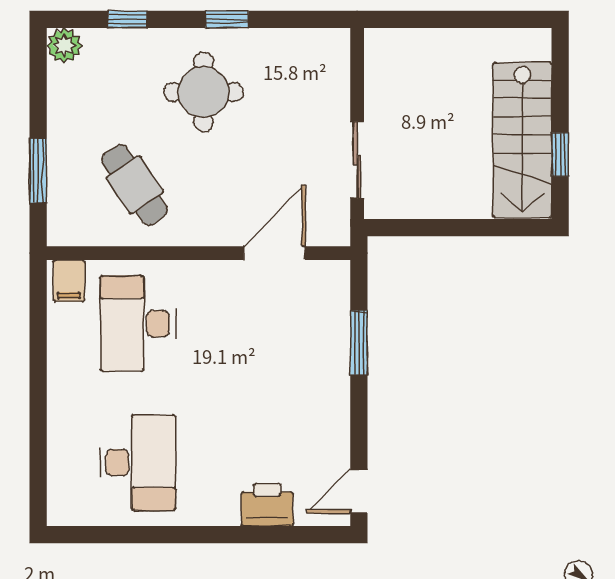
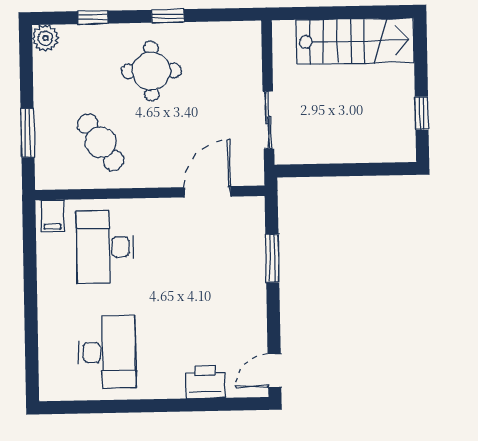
stairs: (522, 140) -> (355, 41), moved, turned -90

